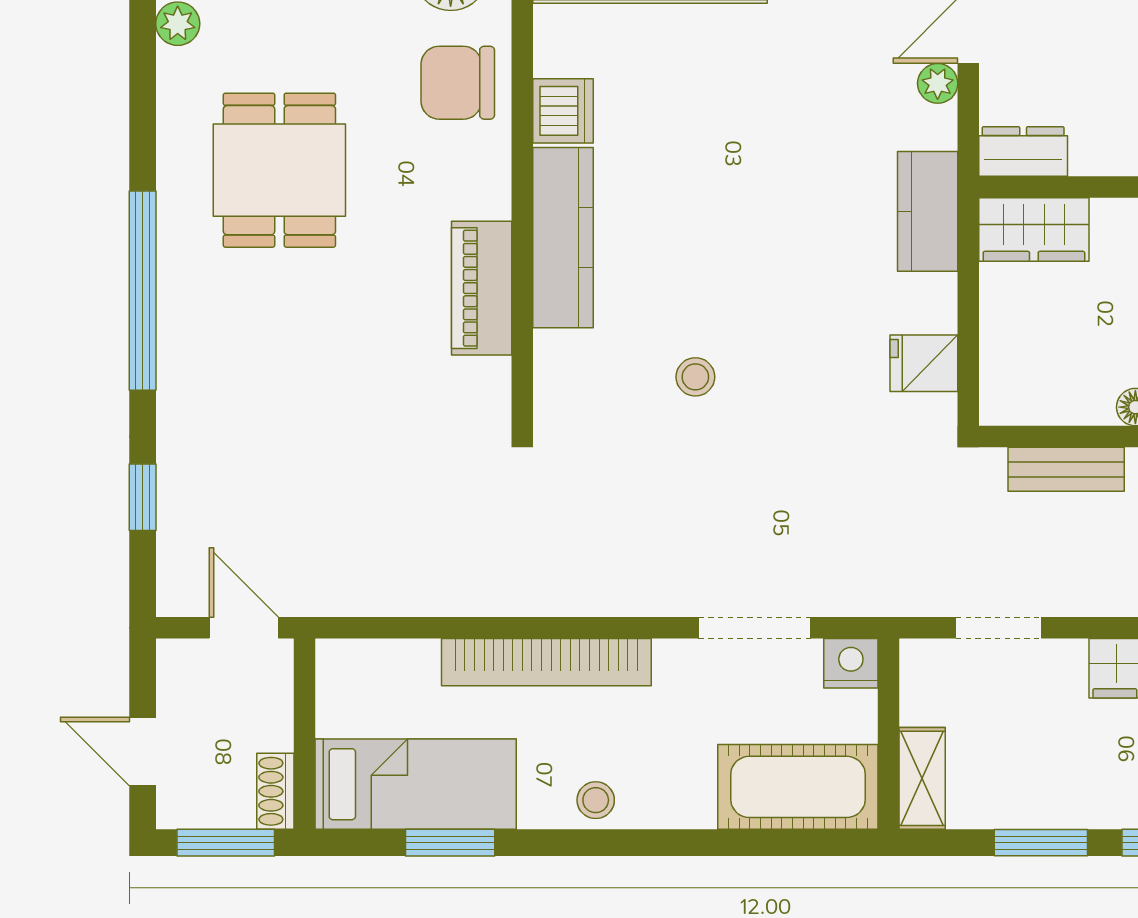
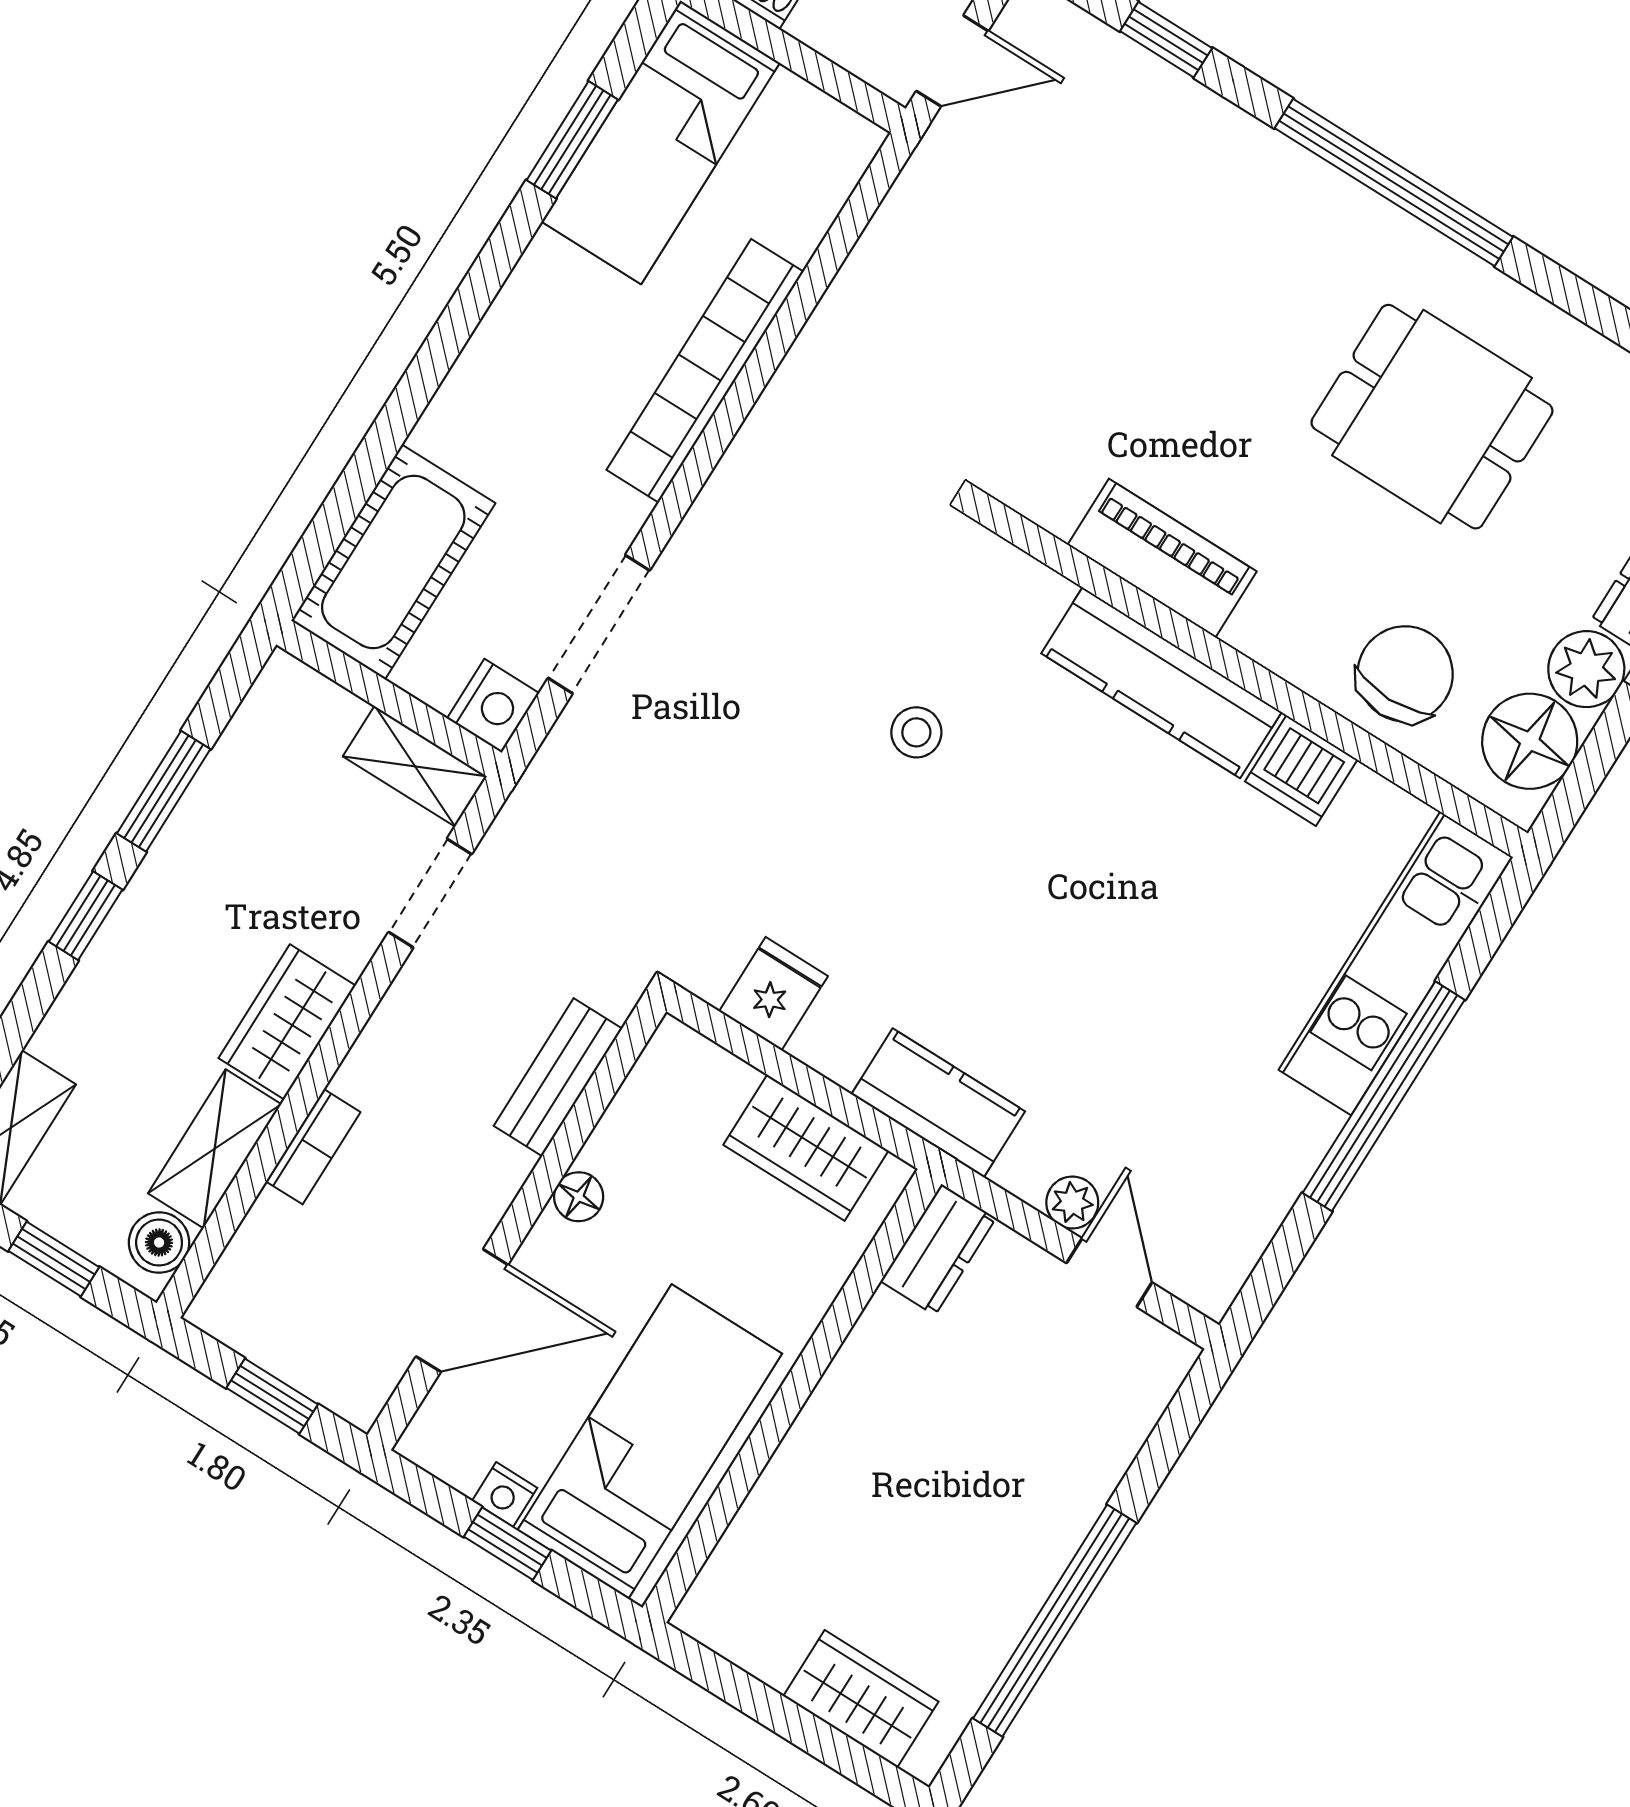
wardrobe: (1034, 230) -> (806, 1148), moved, turned -90
shelving: (922, 778) -> (415, 766), moved
stool: (596, 800) -> (519, 330), removed

